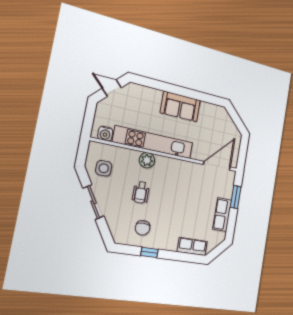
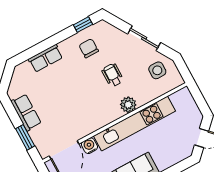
water cooler: (105, 134) -> (89, 146), moved
row of seats: (192, 247) -> (46, 58), moved
window: (149, 252) -> (83, 25), moved

